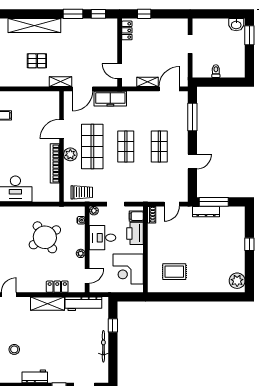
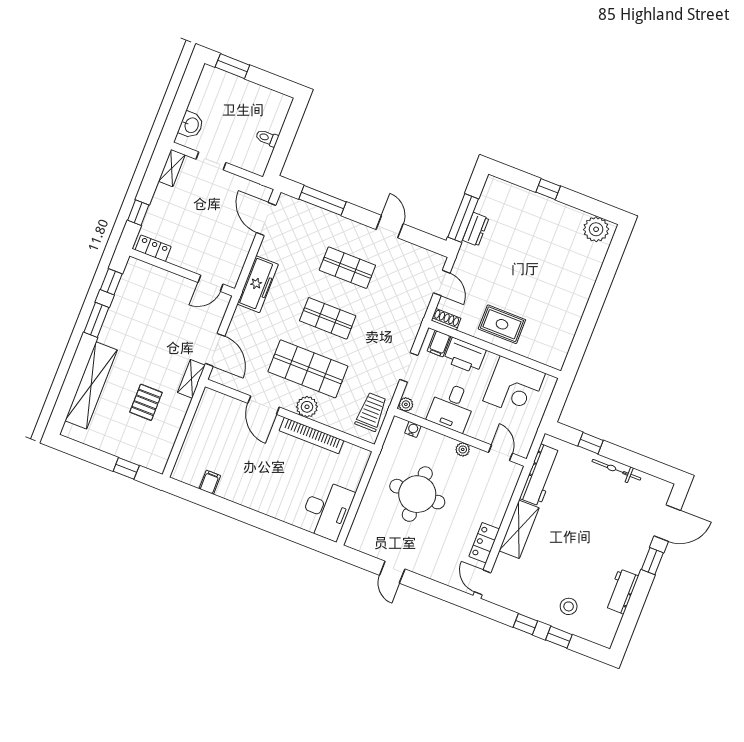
washbasin: (236, 25) -> (191, 125), moved
shelving: (148, 82) -> (172, 168), moved
freezer: (110, 99) -> (258, 284), moved
dresser: (206, 212) -> (476, 229), width x0.70
round table: (45, 237) -> (417, 494), turned 33
rug: (174, 272) -> (502, 324), moved, turned 90
locker: (57, 287) -> (484, 543), moved

